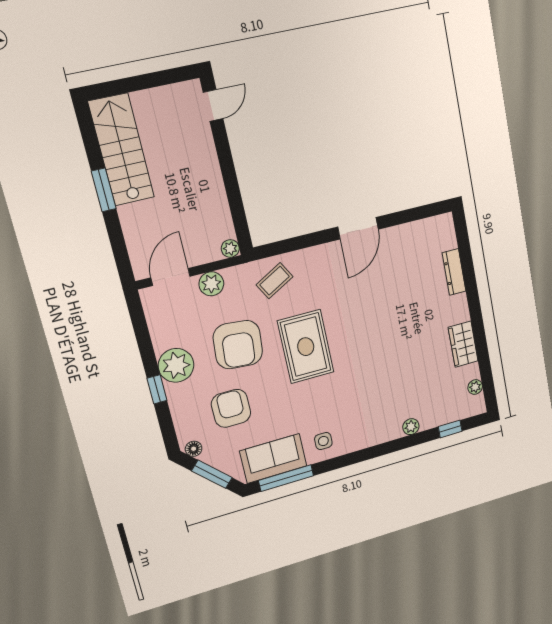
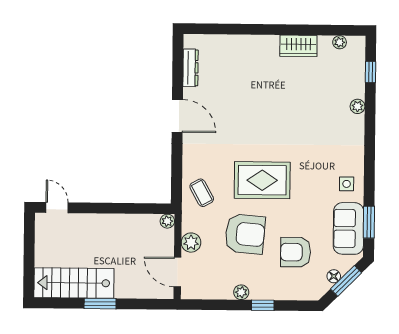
dresser: (454, 272) -> (191, 68), moved, turned -90
plant: (176, 365) -> (241, 292), width x0.53, depth x0.53
floor lamp: (194, 449) -> (334, 276), moved
window: (286, 478) -> (369, 222), width x0.69

